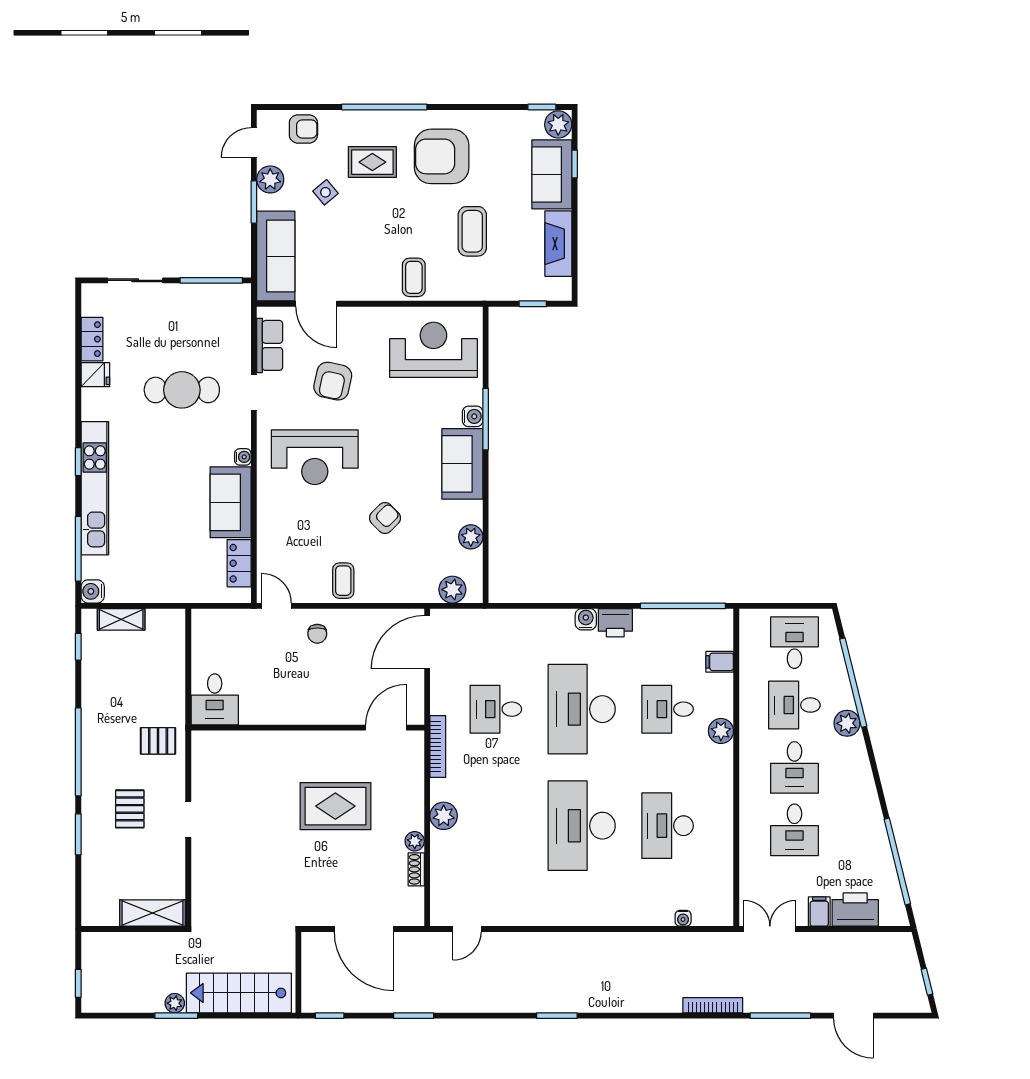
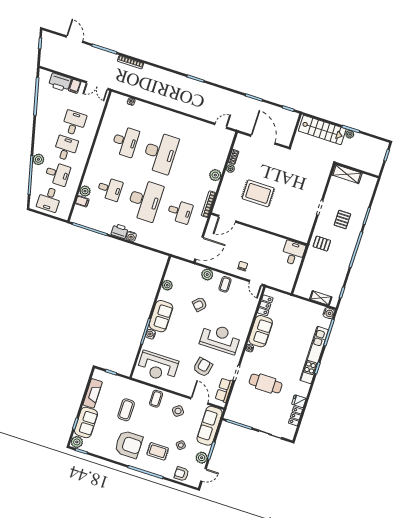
side table: (356, 266) -> (178, 411), added
plant: (452, 590) -> (207, 275), moved
plant: (721, 731) -> (85, 191), moved

